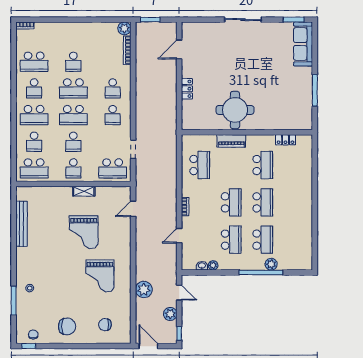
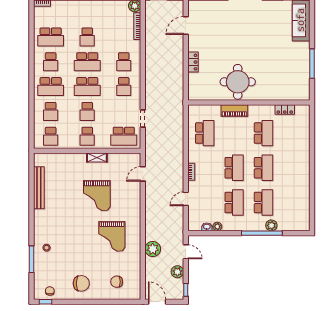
school desk: (34, 168) -> (51, 136), width x0.54

